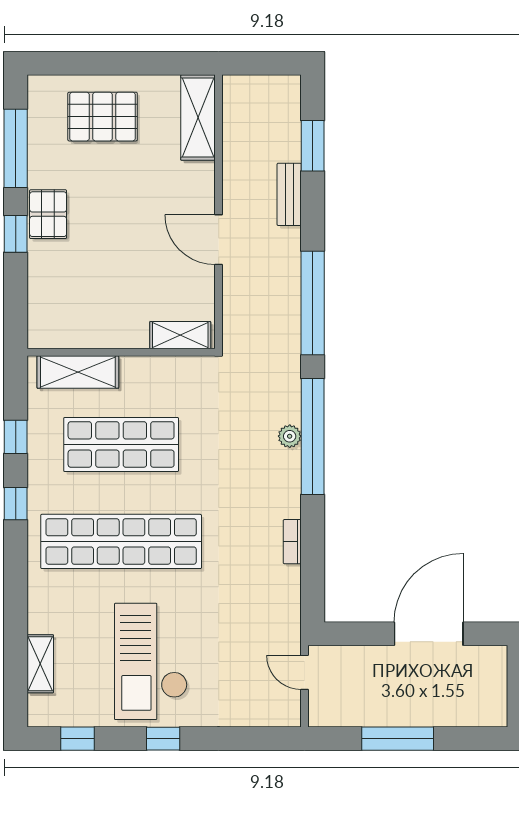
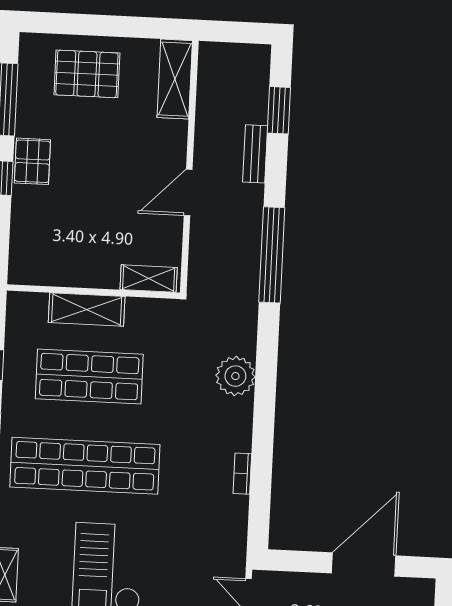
door: (219, 240) -> (188, 192), hinge flipped
shelving: (78, 372) -> (87, 309), moved
plant: (290, 436) -> (235, 376), width x1.87, depth x1.87
window: (313, 437) -> (266, 378), removed

